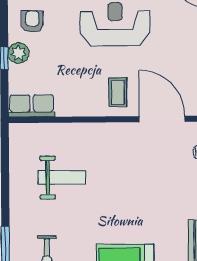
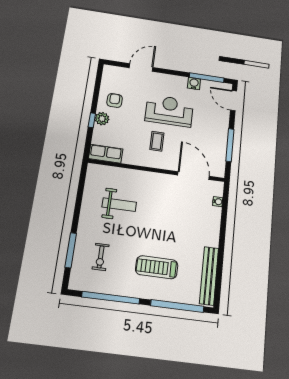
coffee table: (118, 92) -> (157, 141), moved

